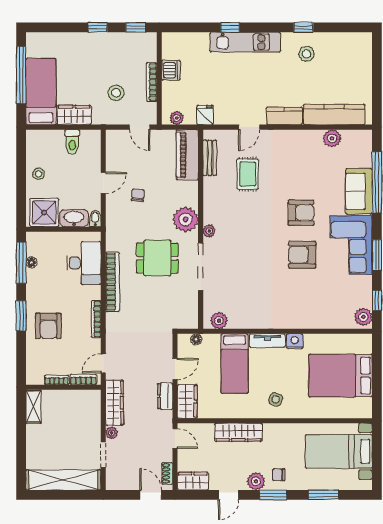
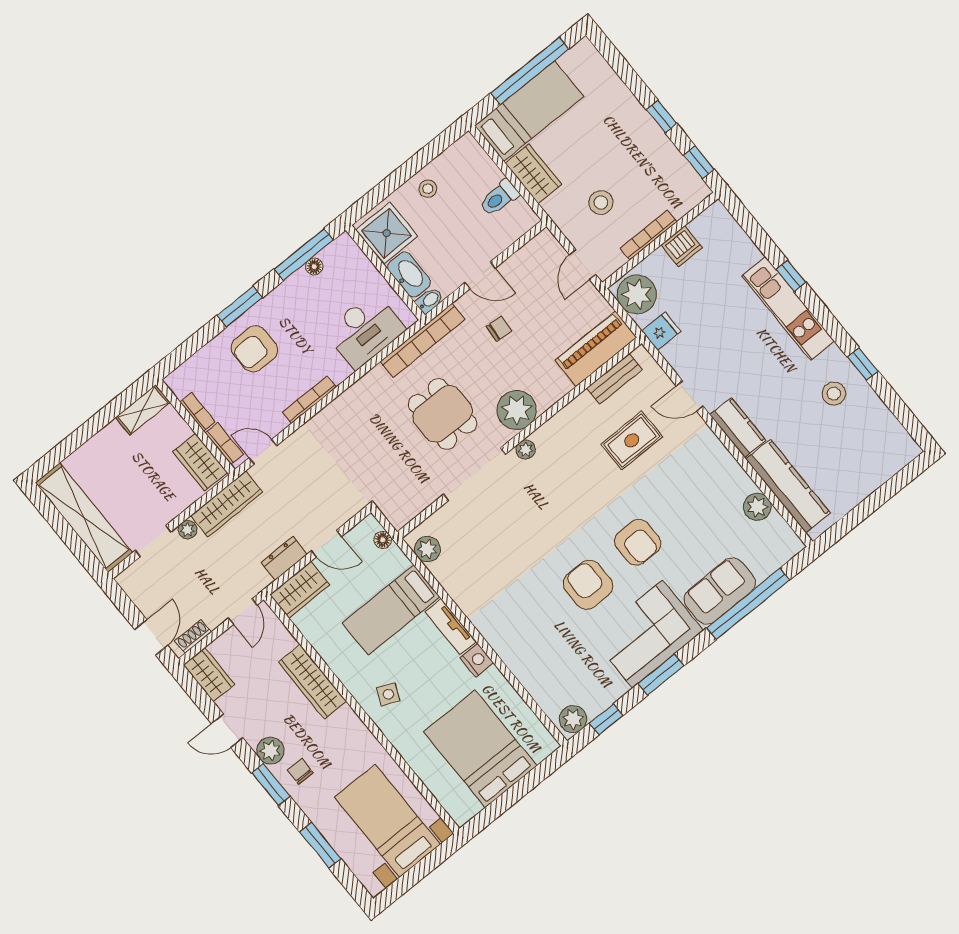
plant: (177, 118) -> (637, 294), width x1.87, depth x1.87
bookcase: (112, 282) -> (422, 340), moved
wardrobe: (83, 399) -> (200, 462), added

